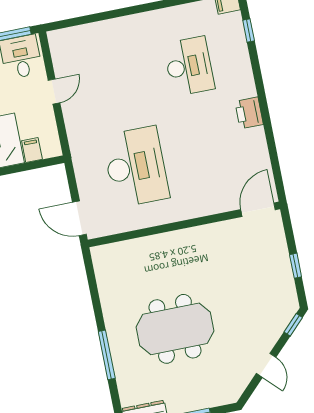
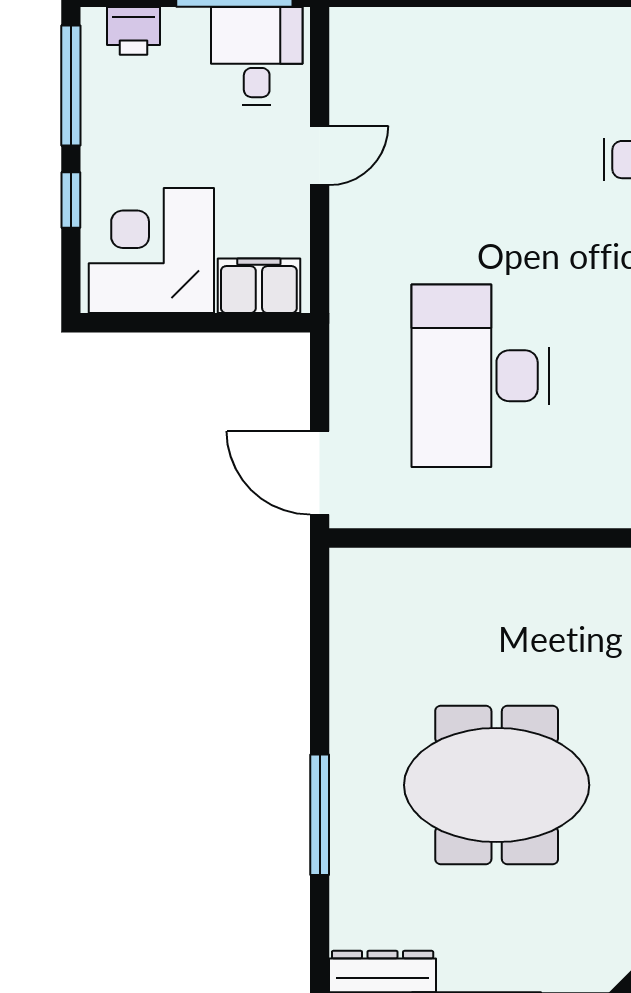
filing cabinet: (32, 150) -> (259, 286), width x2.00
desk: (136, 167) -> (480, 376), turned 180

